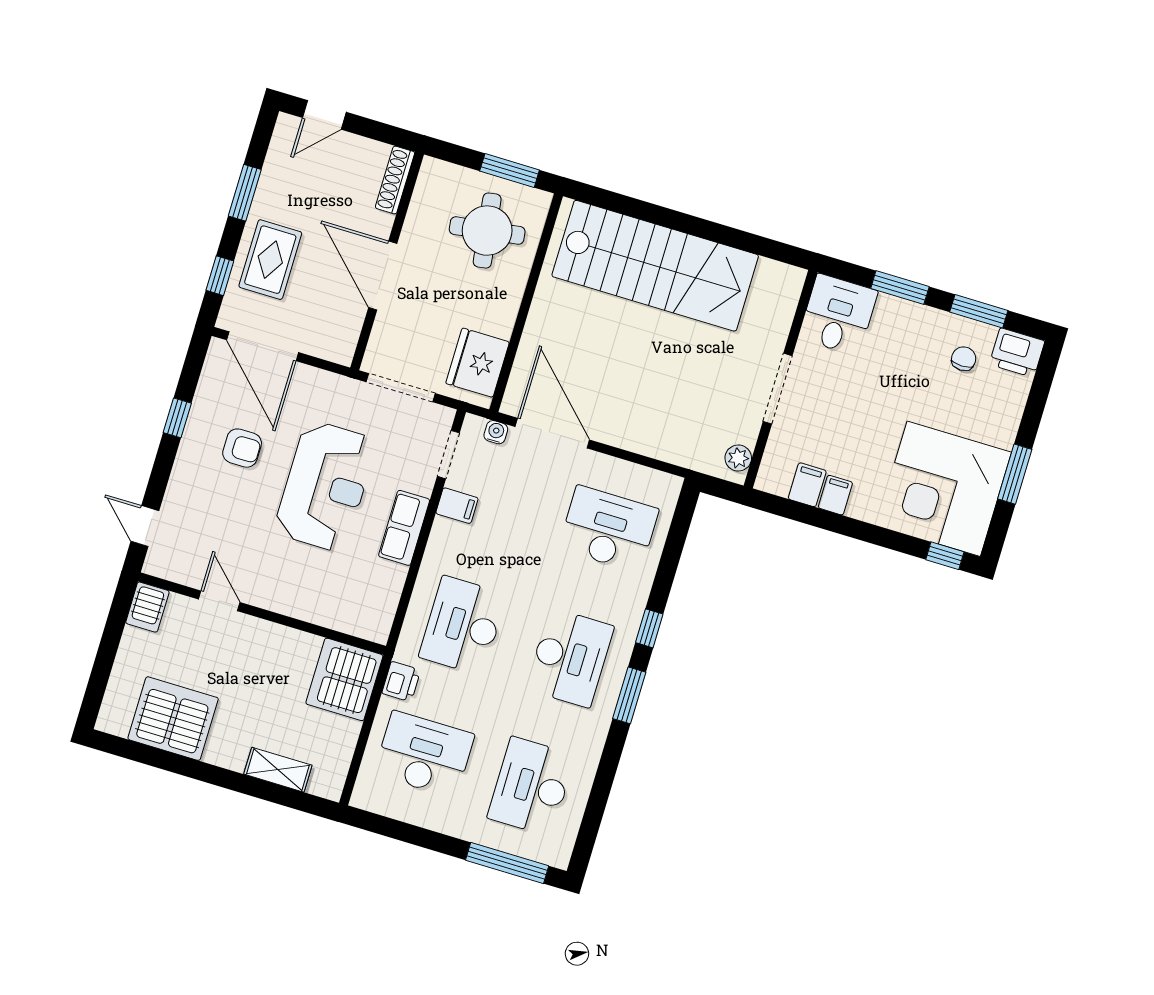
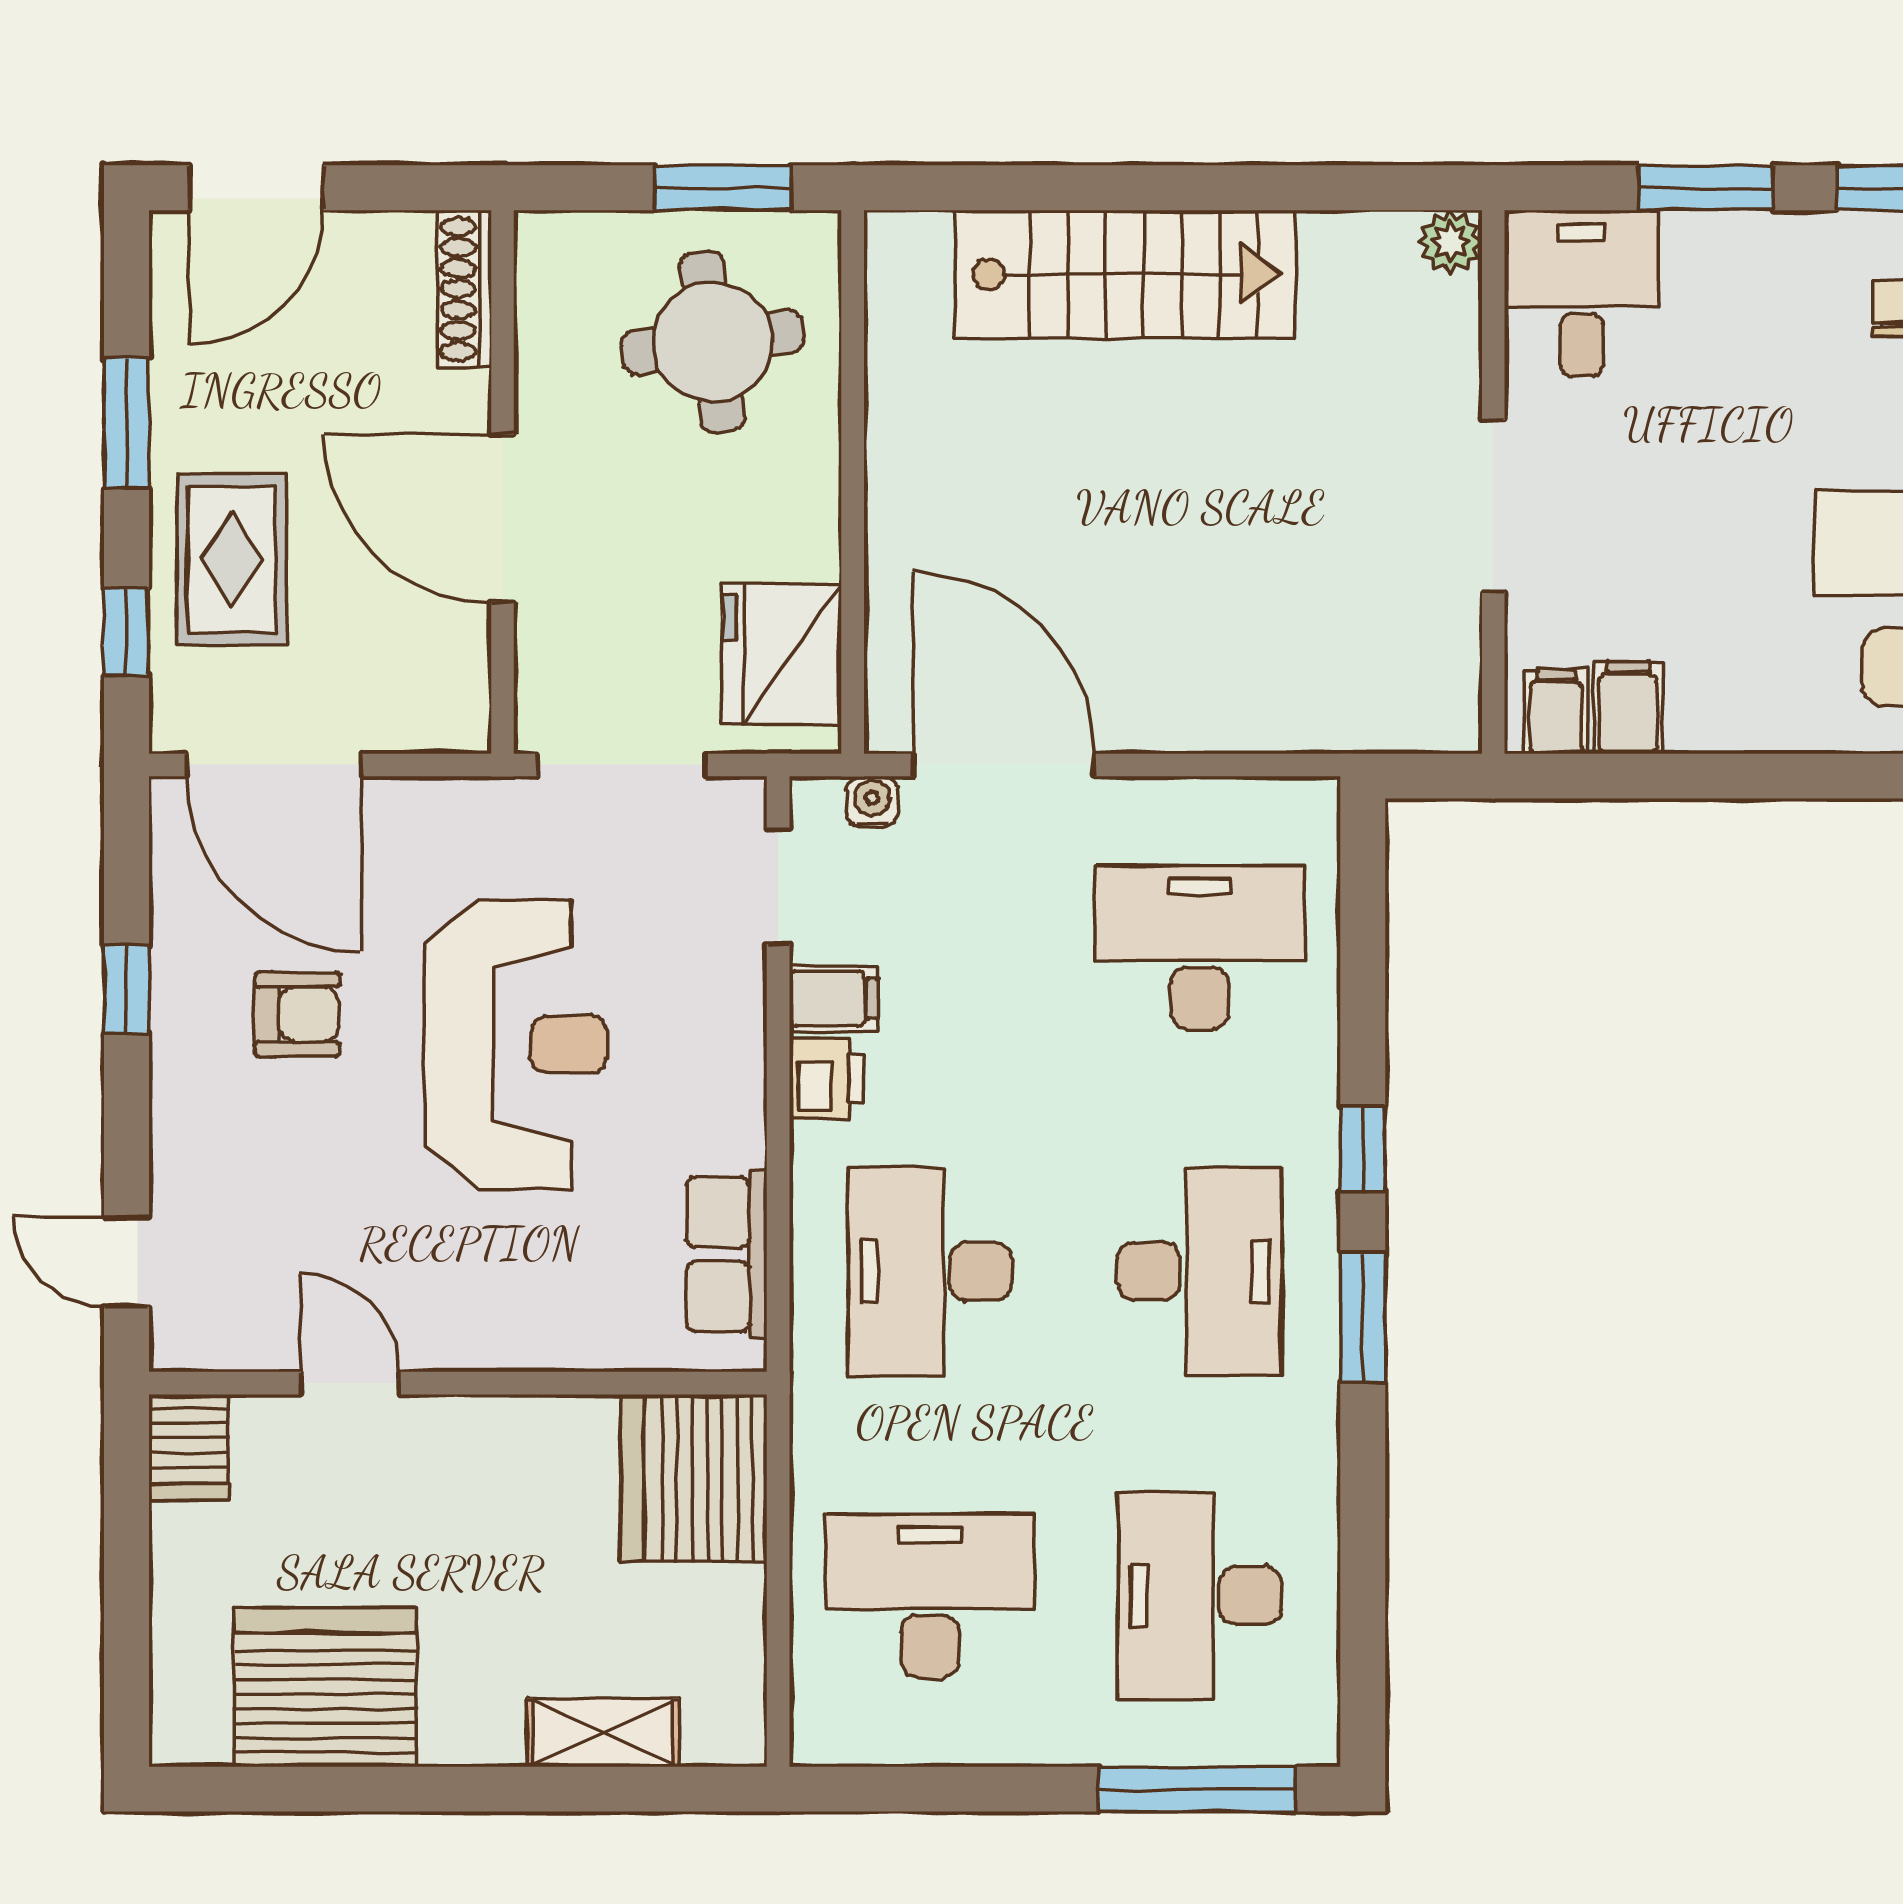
door: (324, 115) -> (256, 188), width x1.38
stairs: (655, 266) -> (1125, 274), width x0.73, depth x0.66
plant: (738, 458) -> (1450, 242), moved
filing cabinet: (835, 495) -> (1556, 712), moved
row of seats: (404, 528) -> (727, 1254), moved
printer: (401, 682) -> (827, 1079), moved

